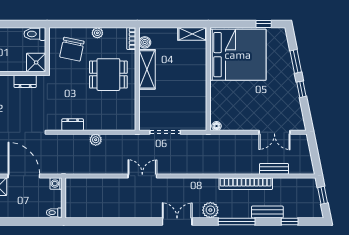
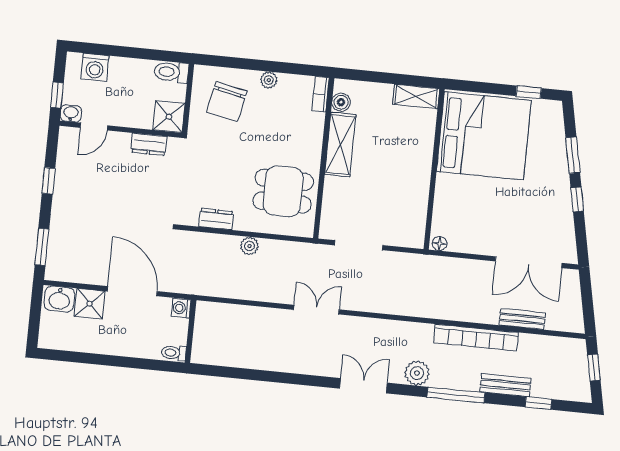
dining table: (108, 75) -> (283, 191), moved
double door: (274, 132) -> (529, 262), width x1.37

